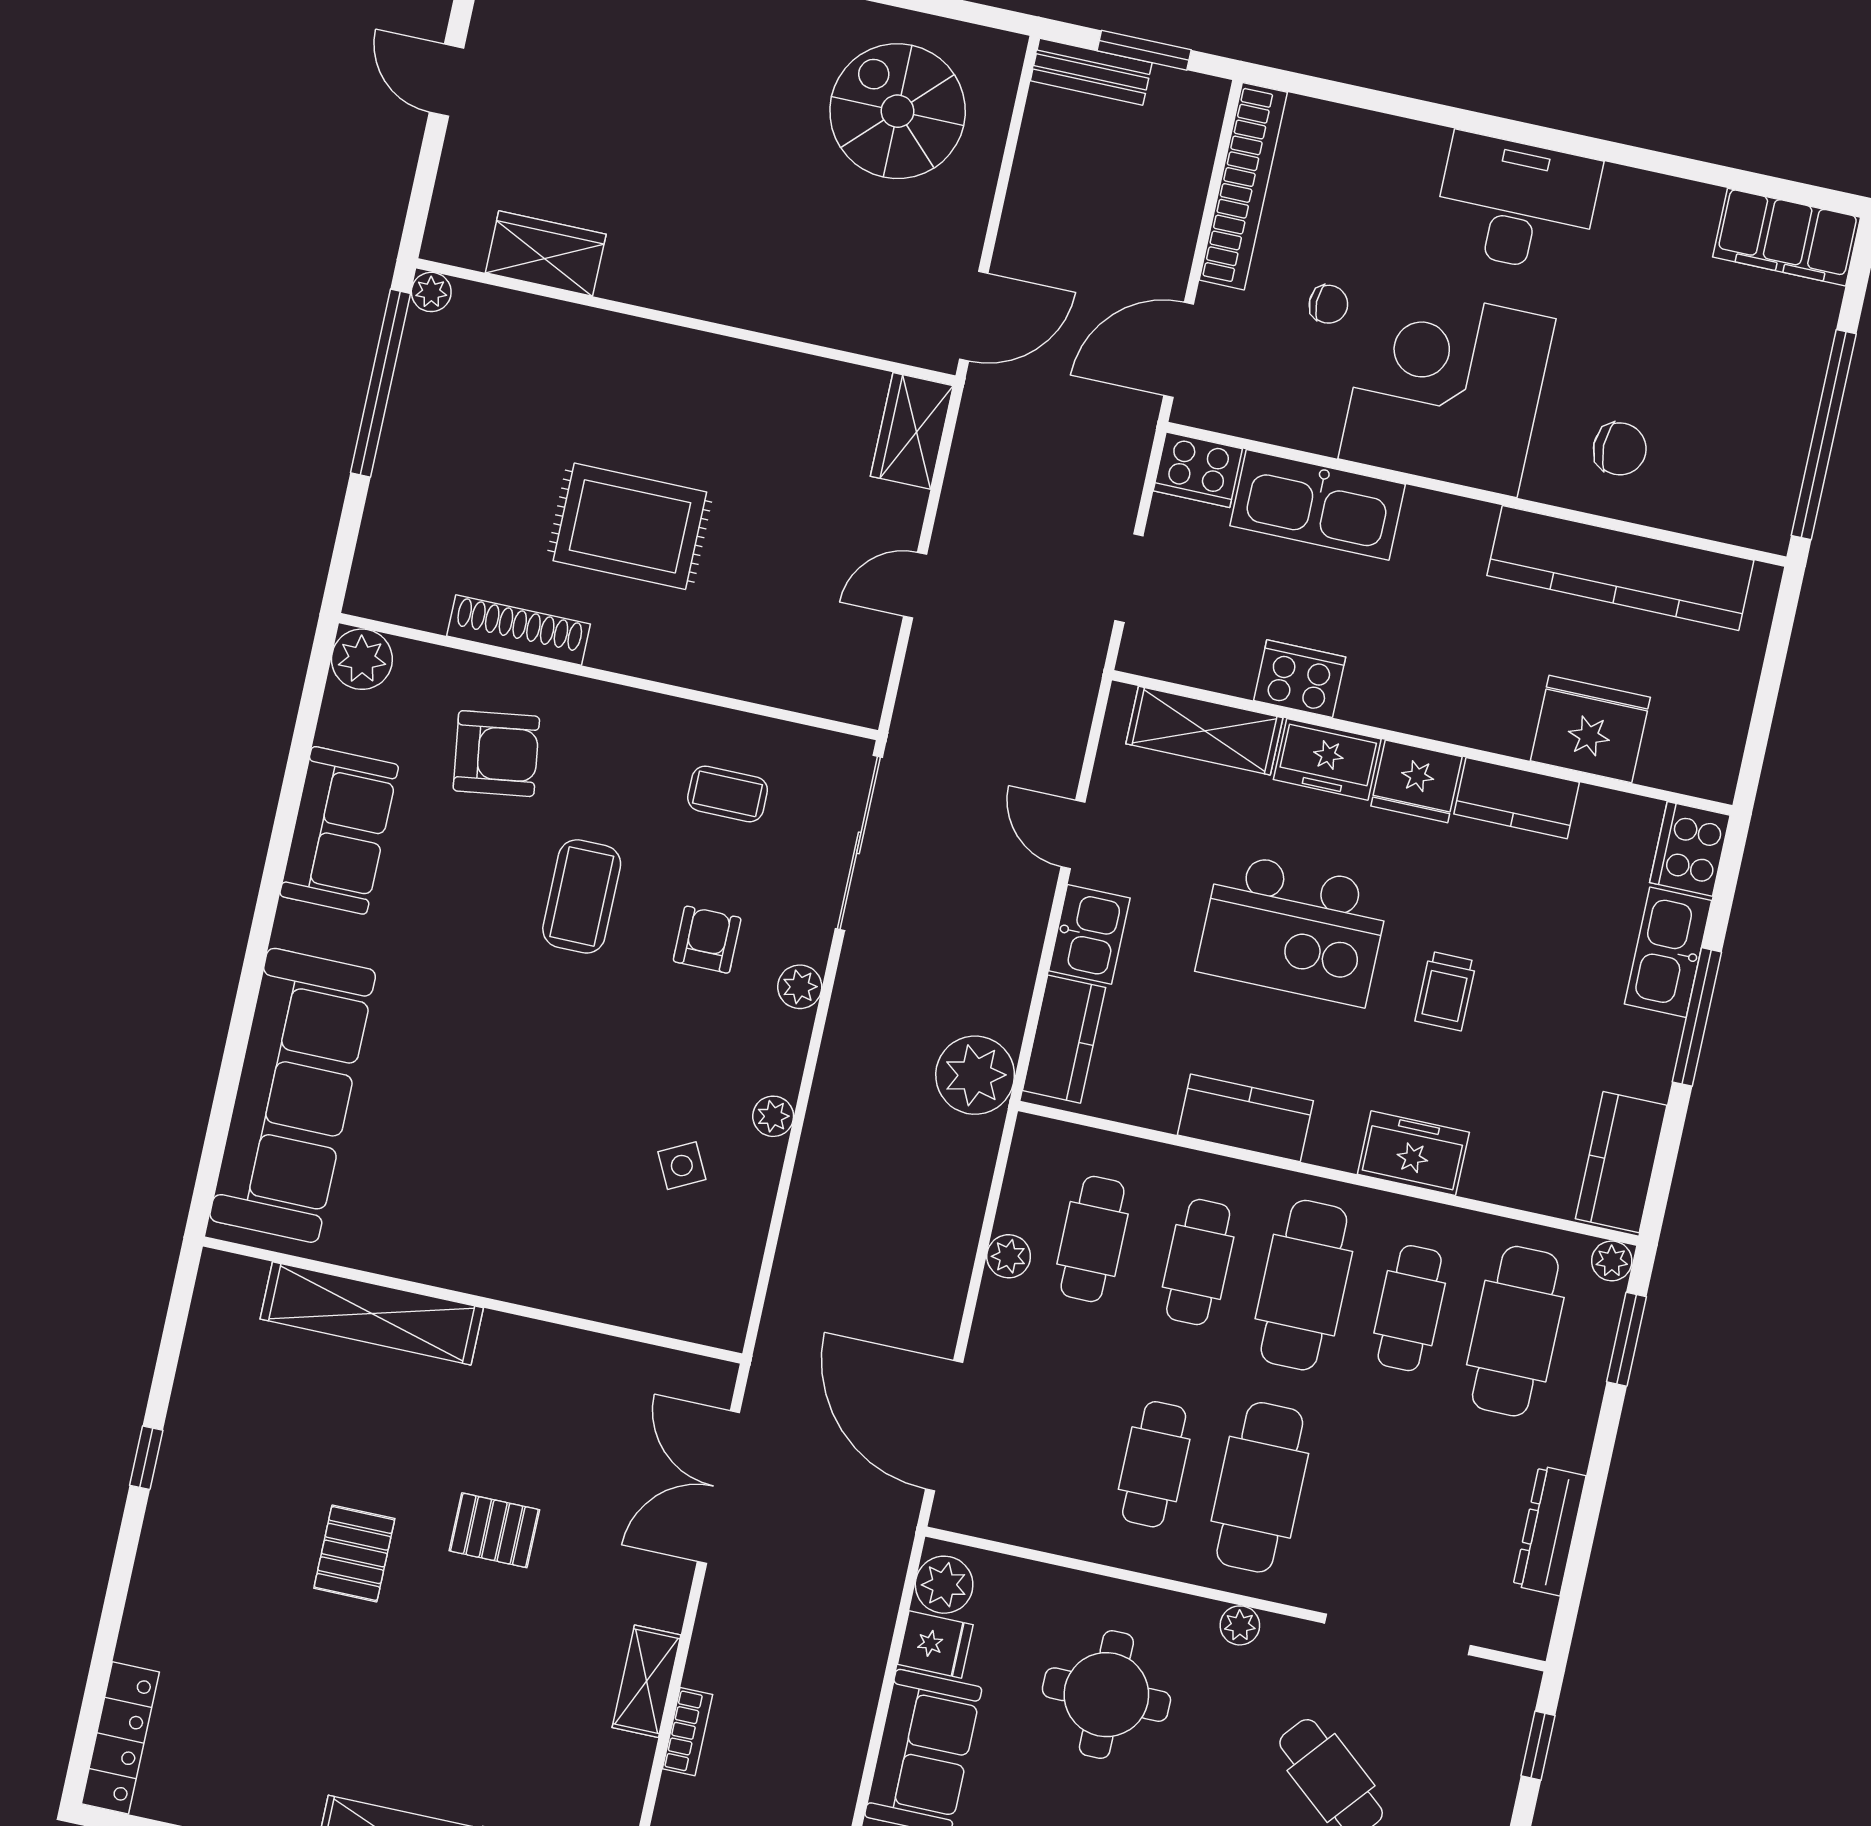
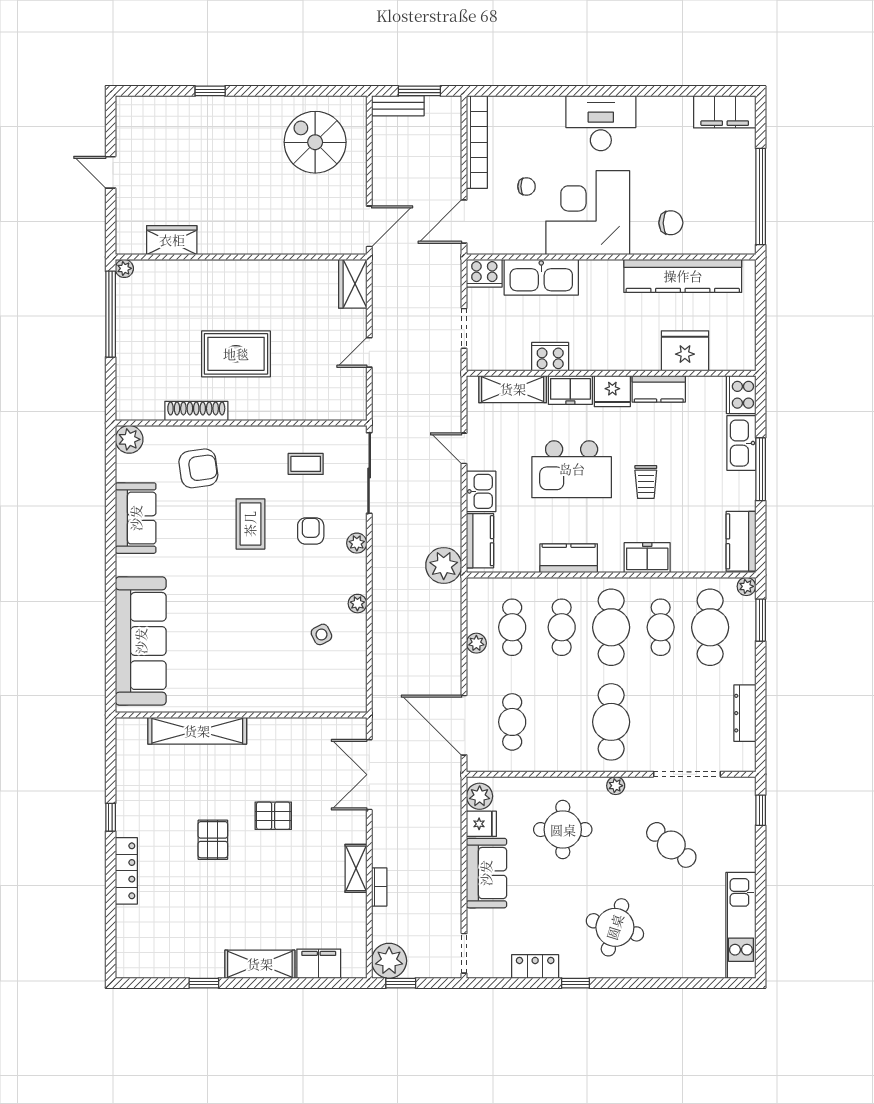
cafe table: (1154, 1464) -> (512, 722), moved
locker: (120, 1738) -> (126, 871), moved

